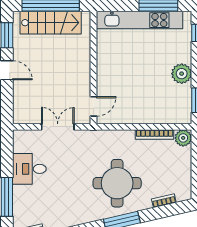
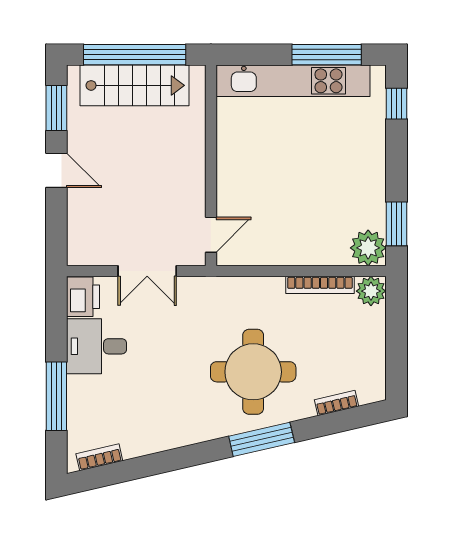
plant: (182, 74) -> (368, 248), moved
double door: (58, 127) -> (147, 271), swing flipped
printer: (22, 141) -> (83, 297), added

